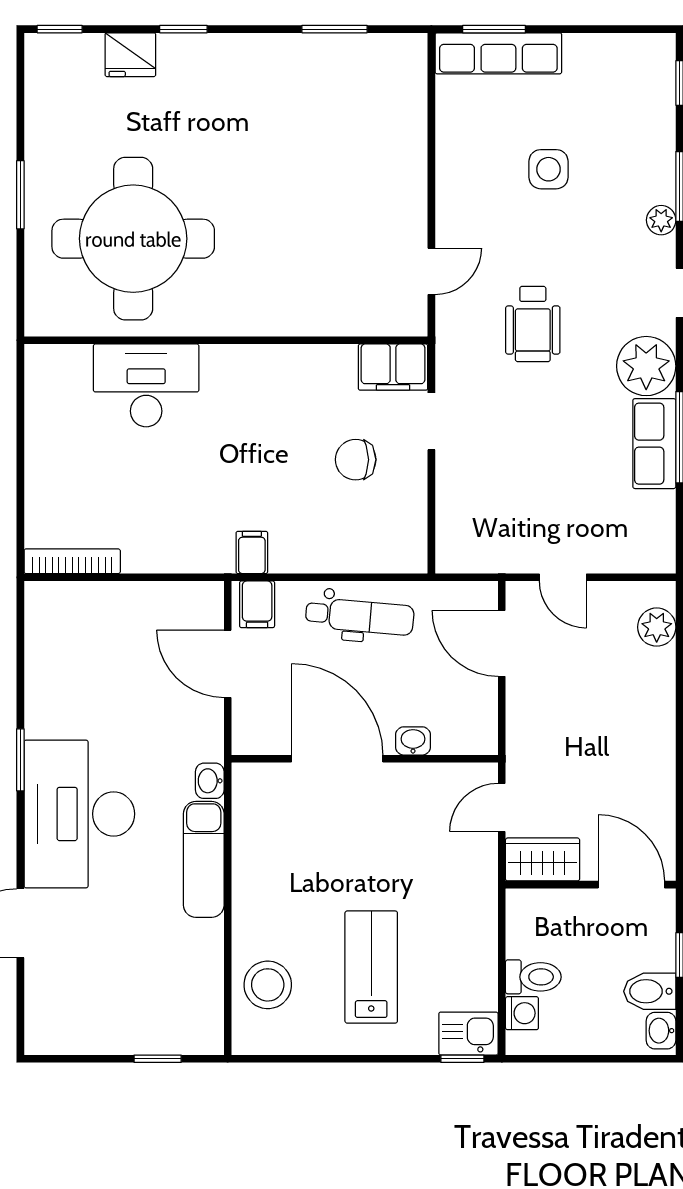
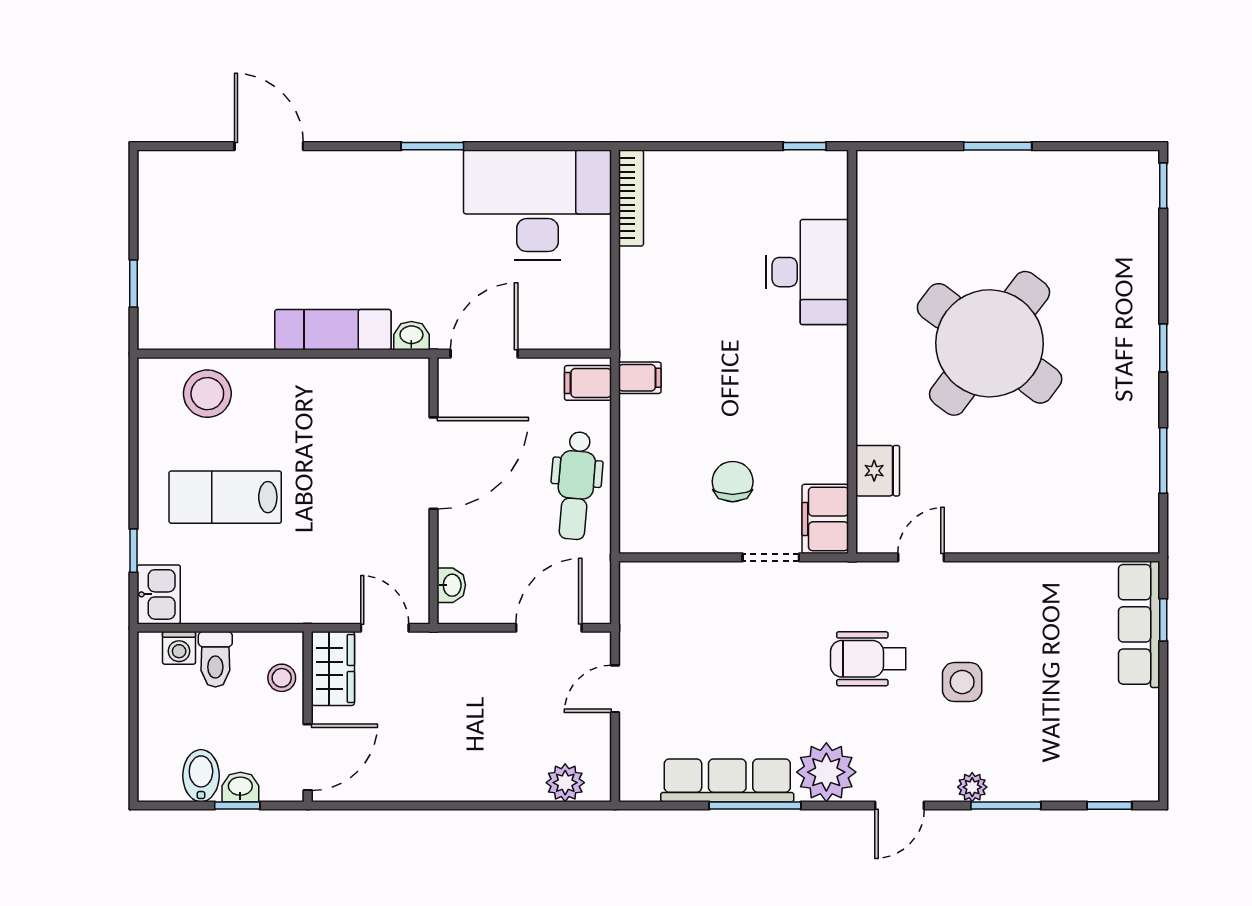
window: (183, 29) -> (1163, 348), moved
window: (494, 29) -> (1163, 620), width x0.67
fridge: (130, 55) -> (878, 471), moved, turned 180
side table: (549, 169) -> (962, 682), moved
round table: (133, 239) -> (990, 343), moved, turned 37
door: (431, 271) -> (921, 557), swing flipped
window: (20, 388) -> (805, 146), added
row of seats: (654, 444) -> (727, 780), width x1.48
door: (228, 664) -> (484, 354), moved
washbasin: (413, 741) -> (451, 585), moved
desk: (79, 814) -> (537, 205), moved
stool: (552, 911) -> (282, 678), added
lab bench: (371, 967) -> (225, 497), turned 180
washbasin: (661, 1031) -> (240, 787), moved
window: (462, 1059) -> (133, 551), moved

